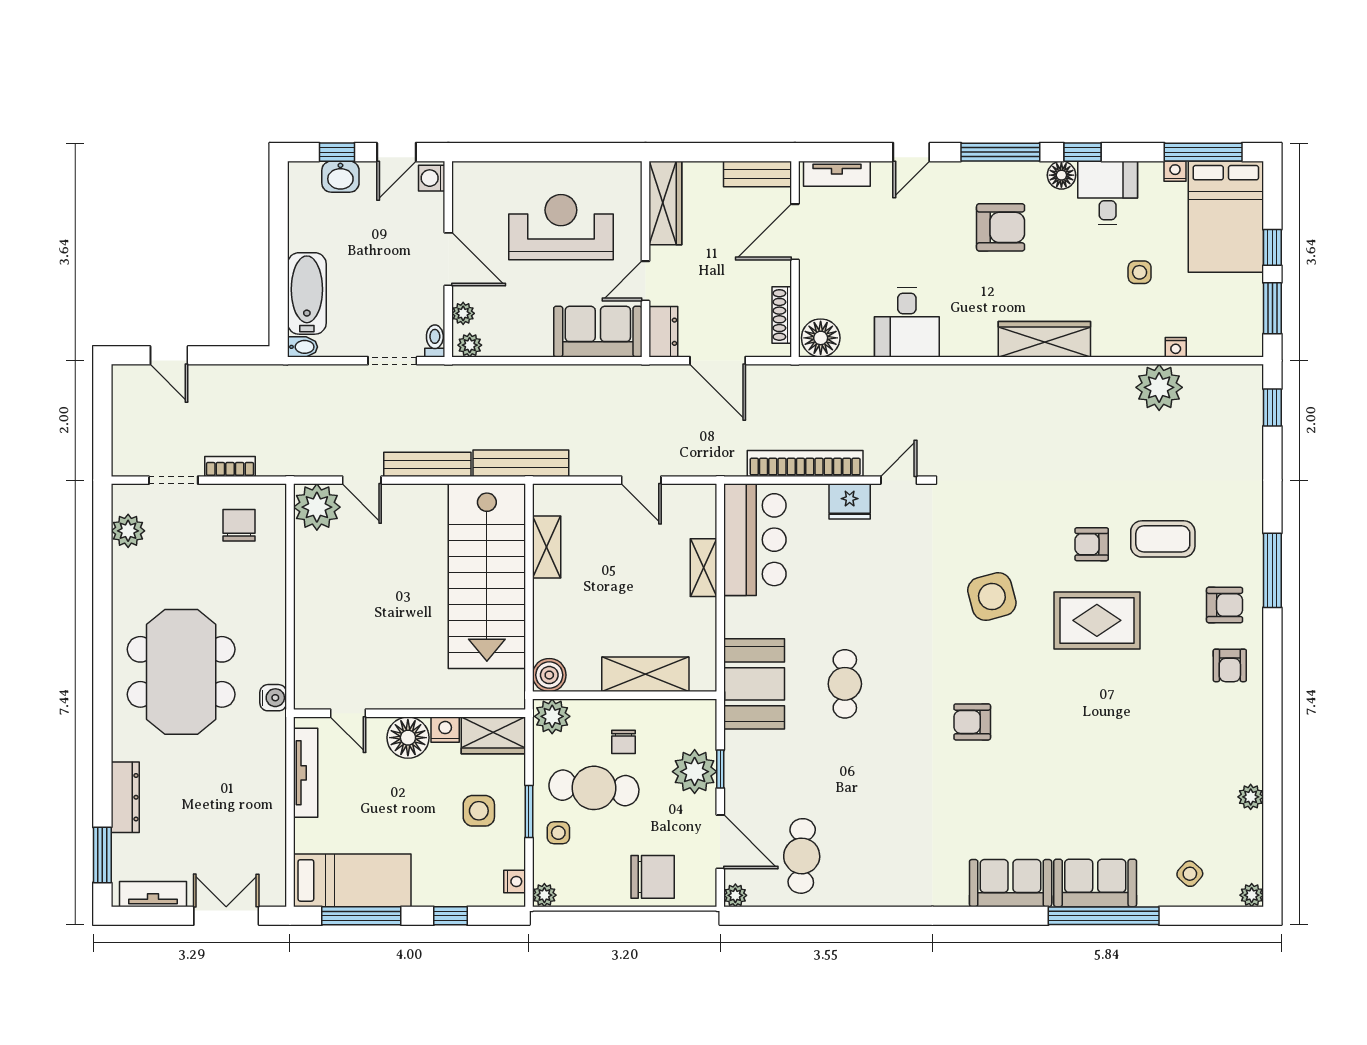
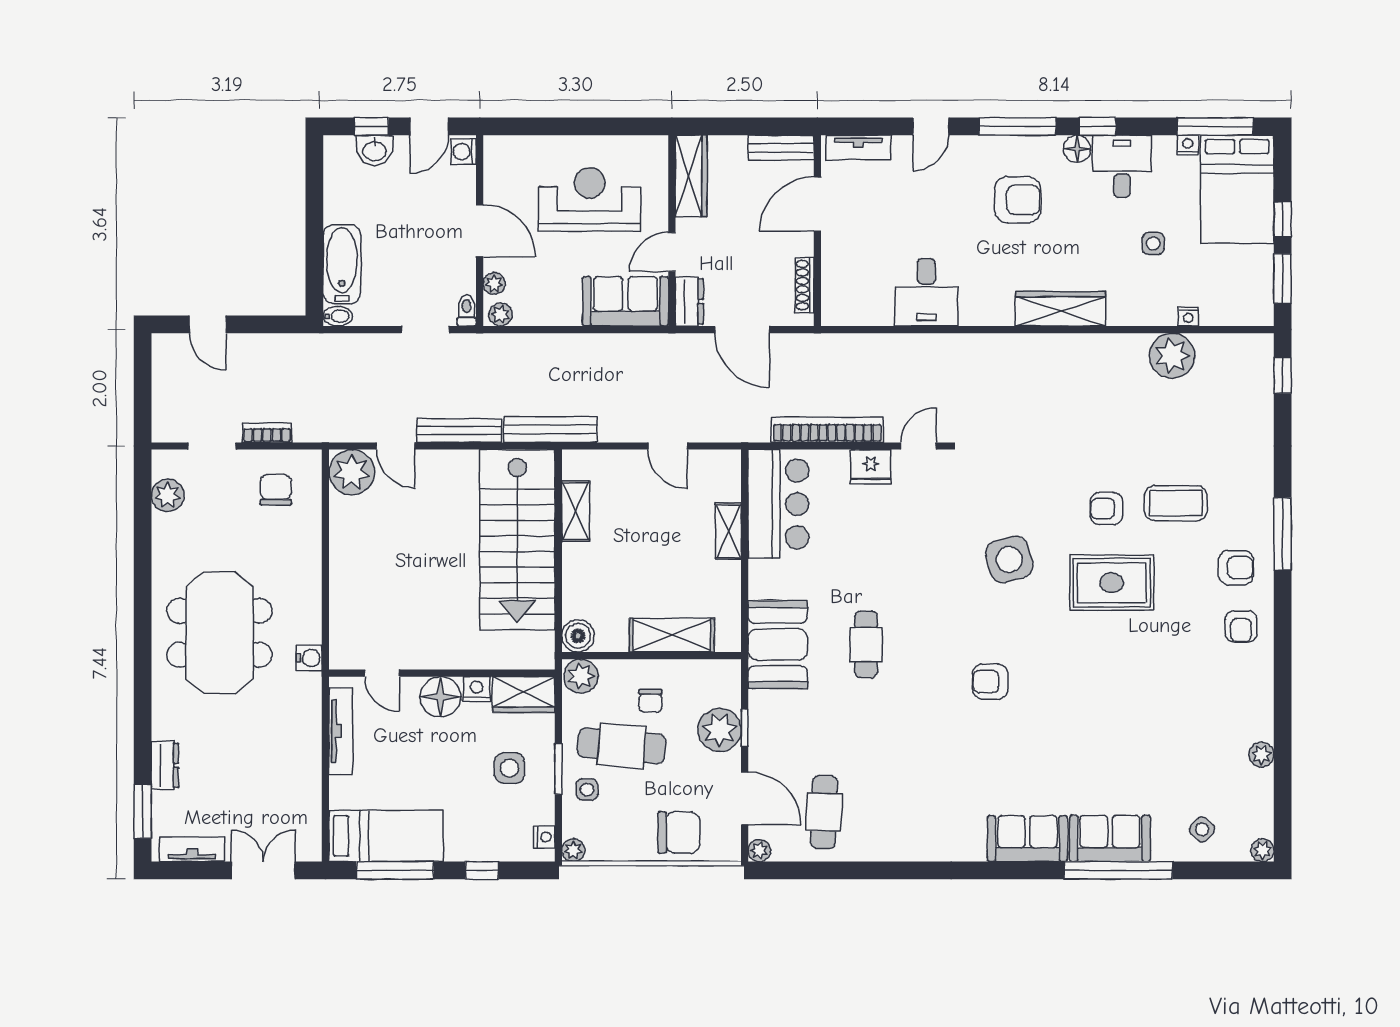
floor lamp: (821, 338) -> (842, 307), removed
dresser: (125, 797) -> (165, 765), width x0.70

